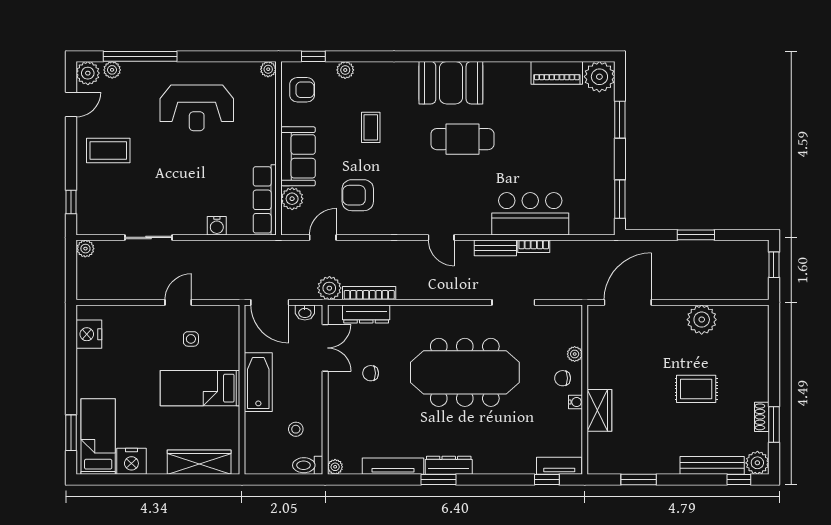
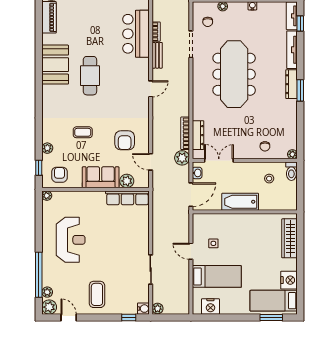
booth: (451, 83) -> (55, 65), moved
water cooler: (217, 226) -> (143, 309), moved
chair: (371, 373) -> (265, 146), moved
chair: (563, 378) -> (208, 22), moved
bed: (200, 388) -> (217, 276), moved, turned -90
tv unit: (393, 466) -> (292, 50), moved

